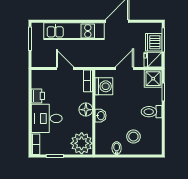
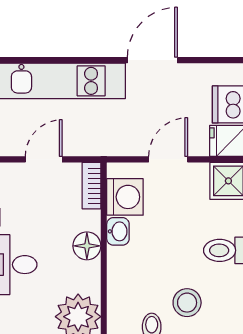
door: (65, 68) -> (44, 159), hinge flipped
washbasin: (101, 116) -> (118, 231), moved

